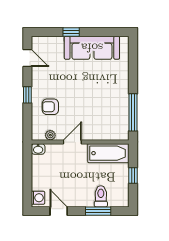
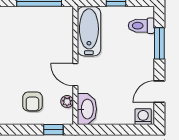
window: (27, 95) -> (53, 130), moved
washbasin: (38, 149) -> (87, 109), width x1.91, depth x1.45
toilet: (101, 196) -> (141, 26), moved

